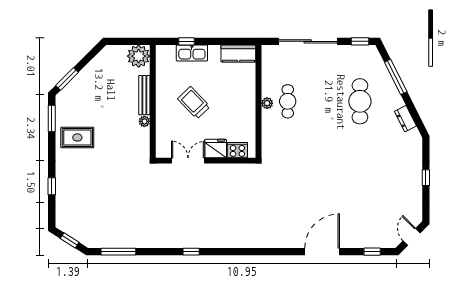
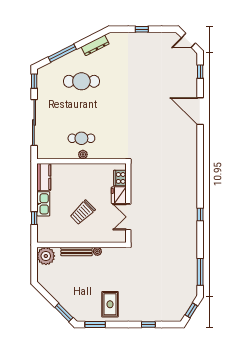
kitchen sink: (192, 53) -> (43, 204), moved
dresser: (405, 119) -> (95, 45), width x1.44

